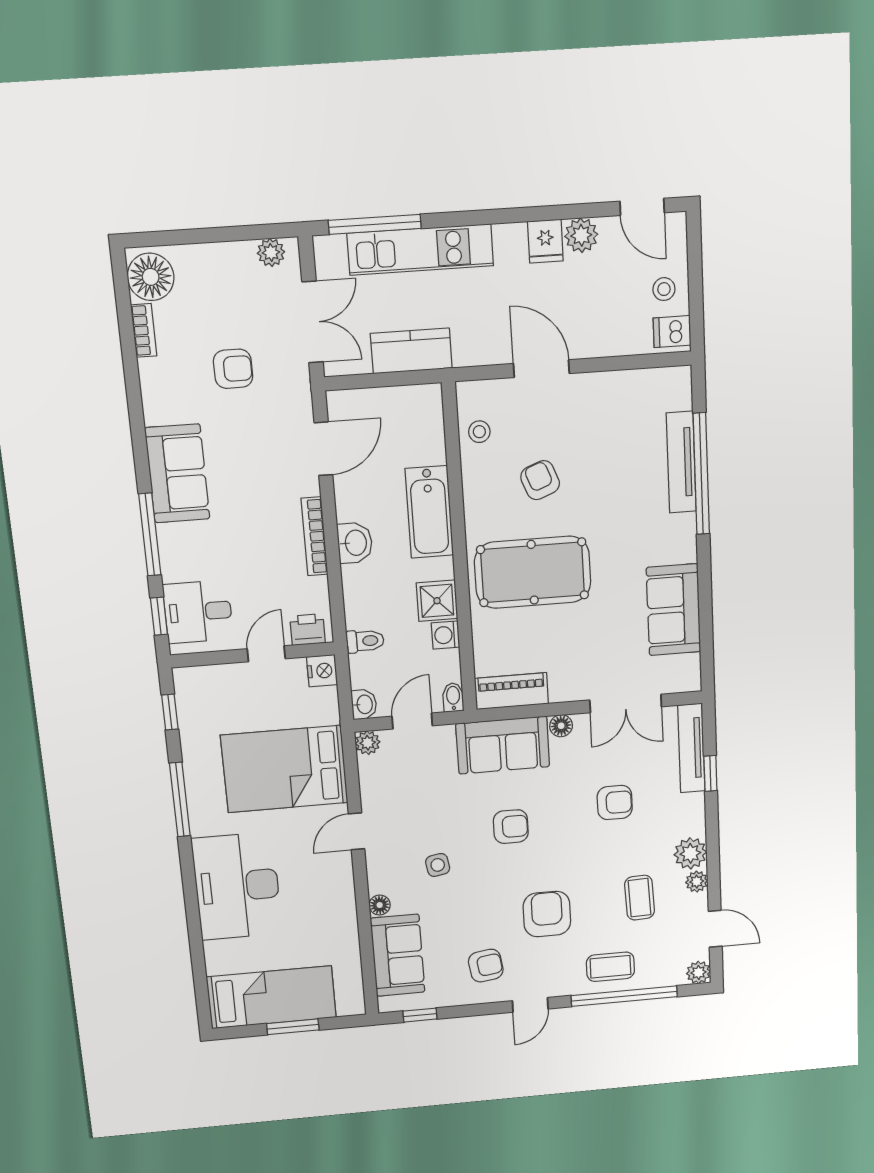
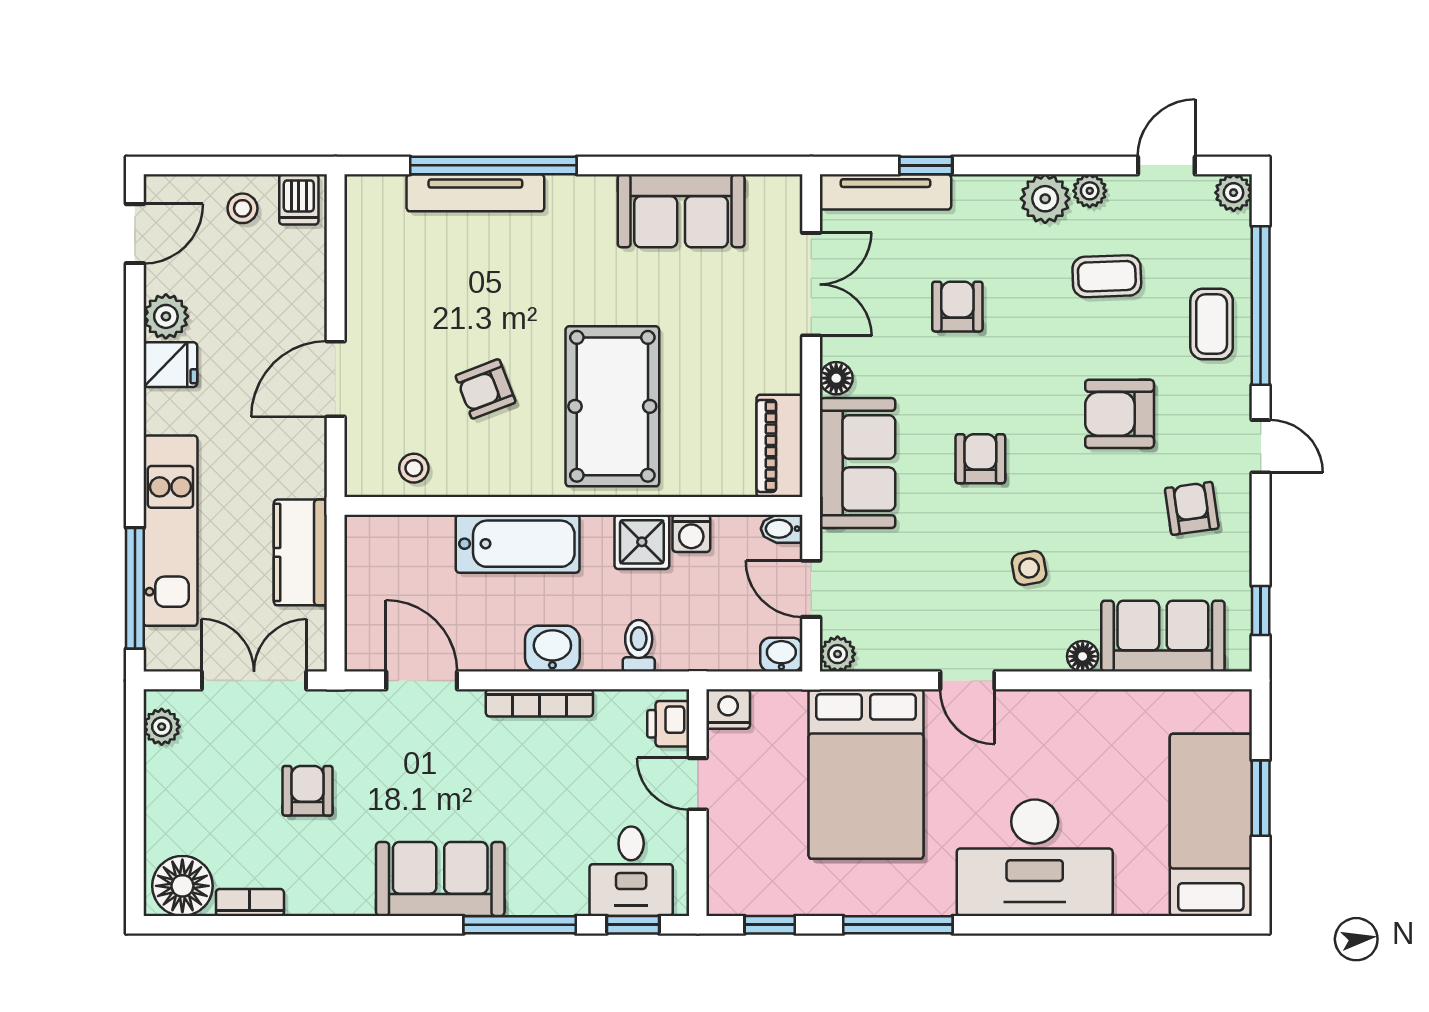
toilet: (365, 641) -> (639, 646), moved

